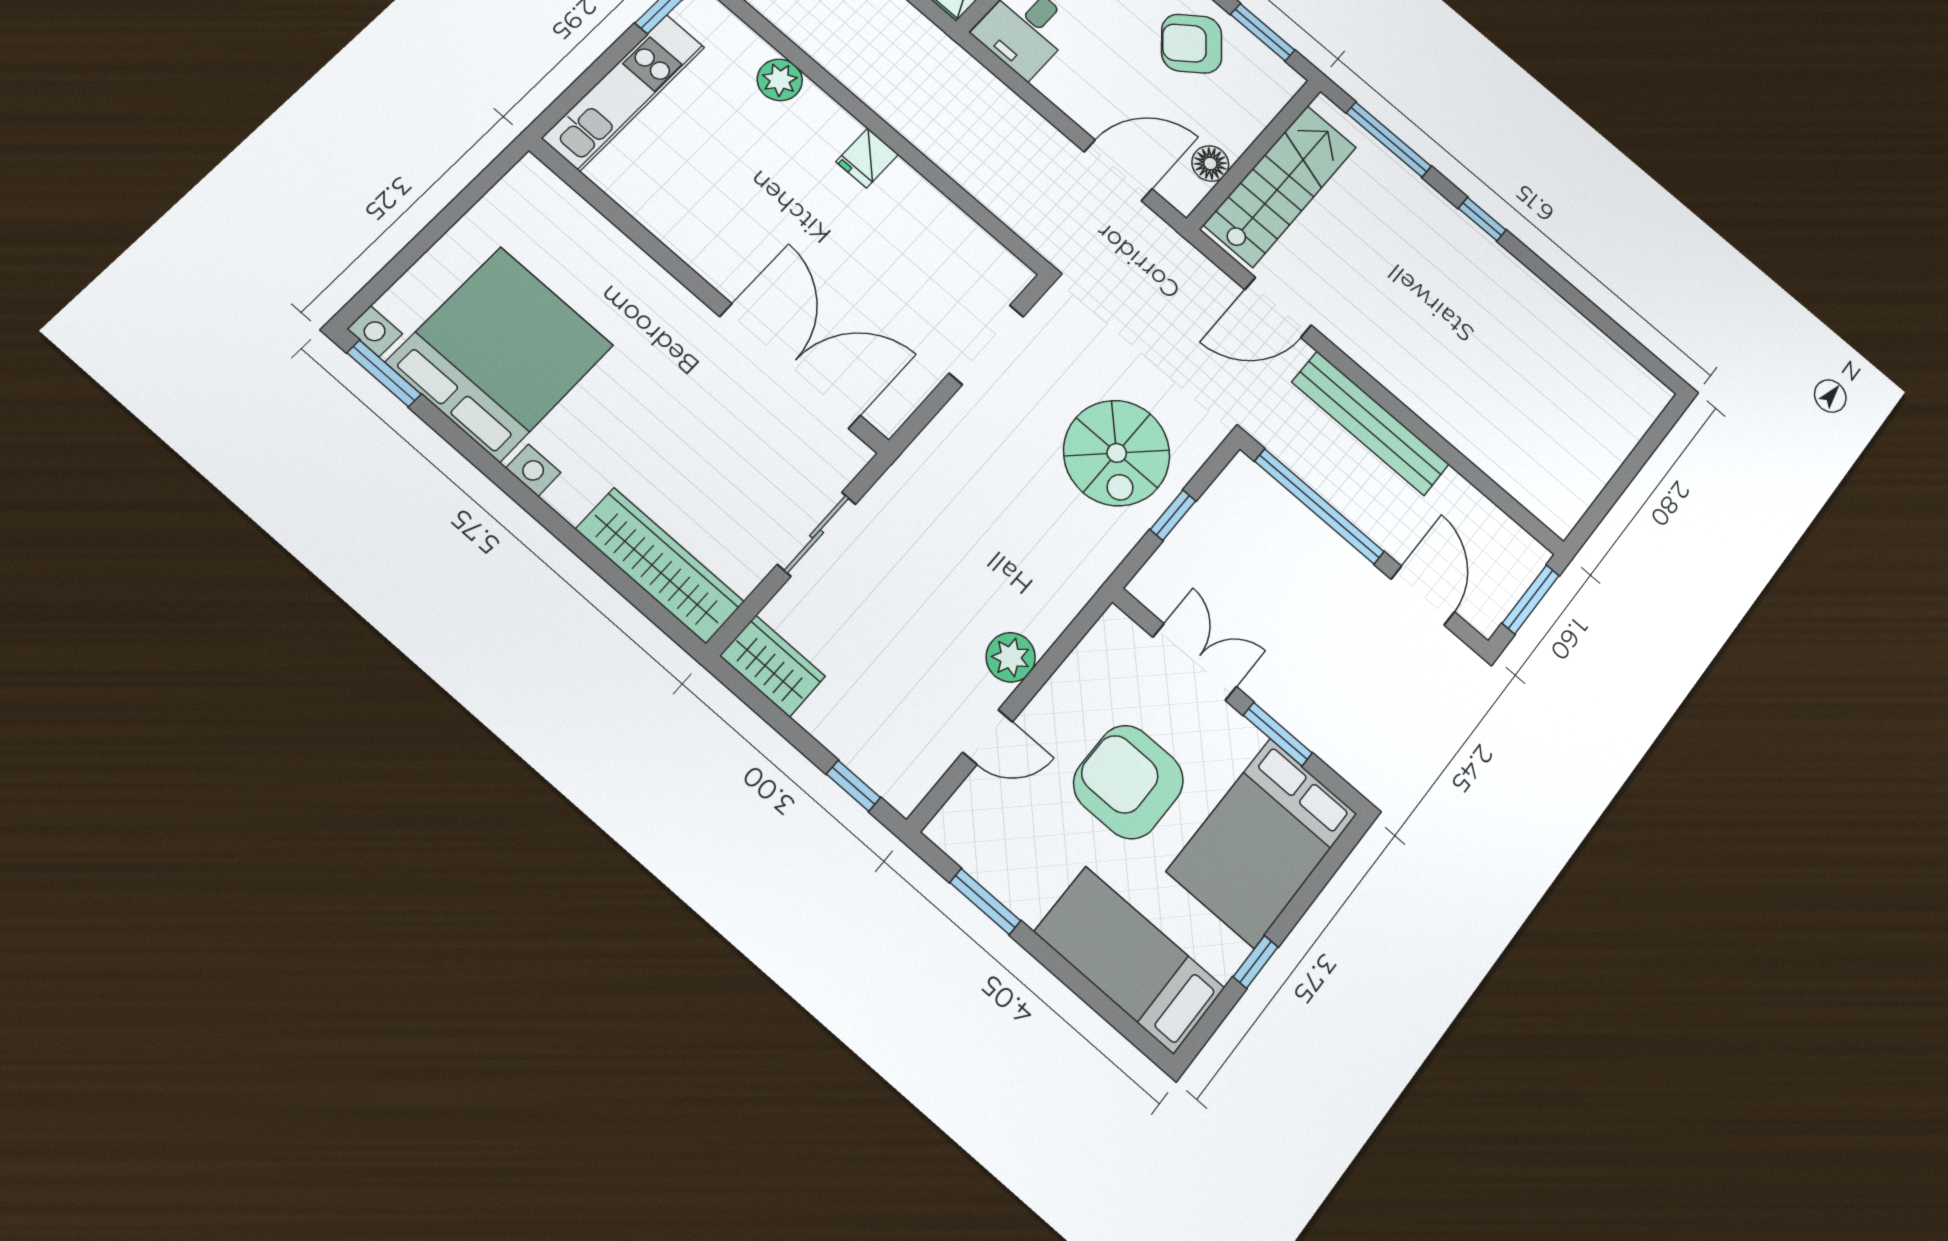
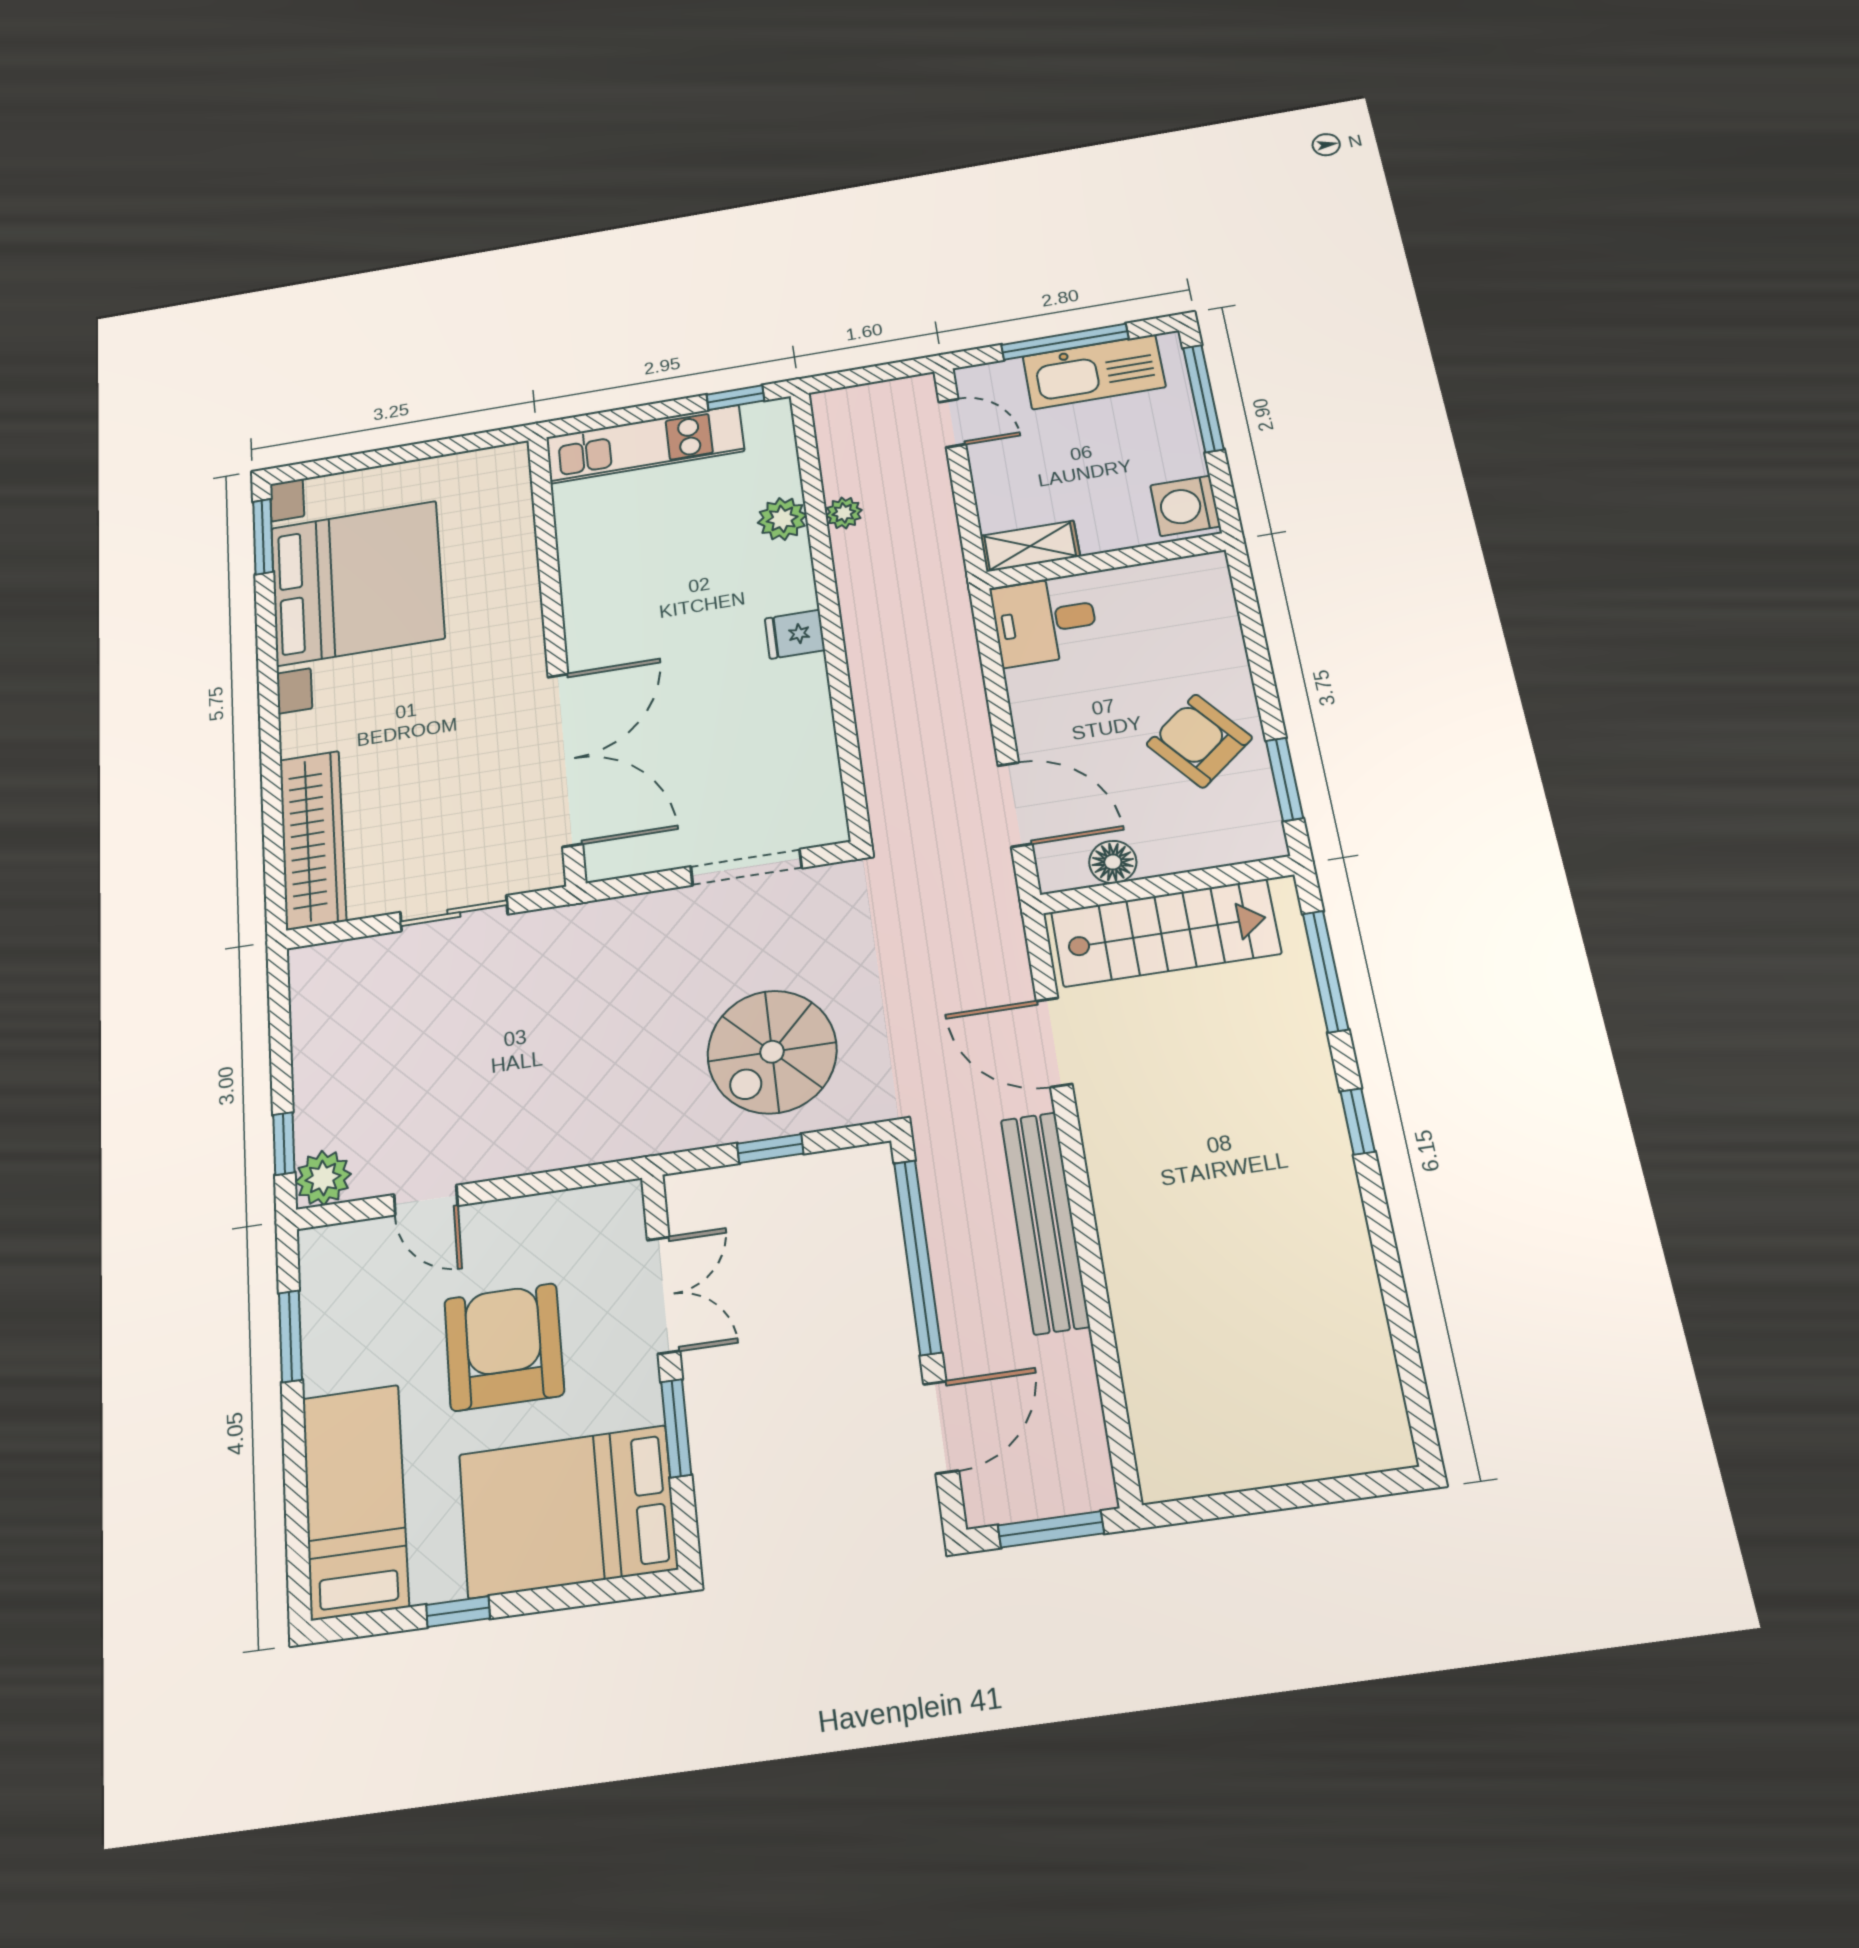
plant: (820, 46) -> (844, 513), added
plant: (1011, 657) -> (323, 1178), moved
wardrobe: (772, 666) -> (318, 991), removed

